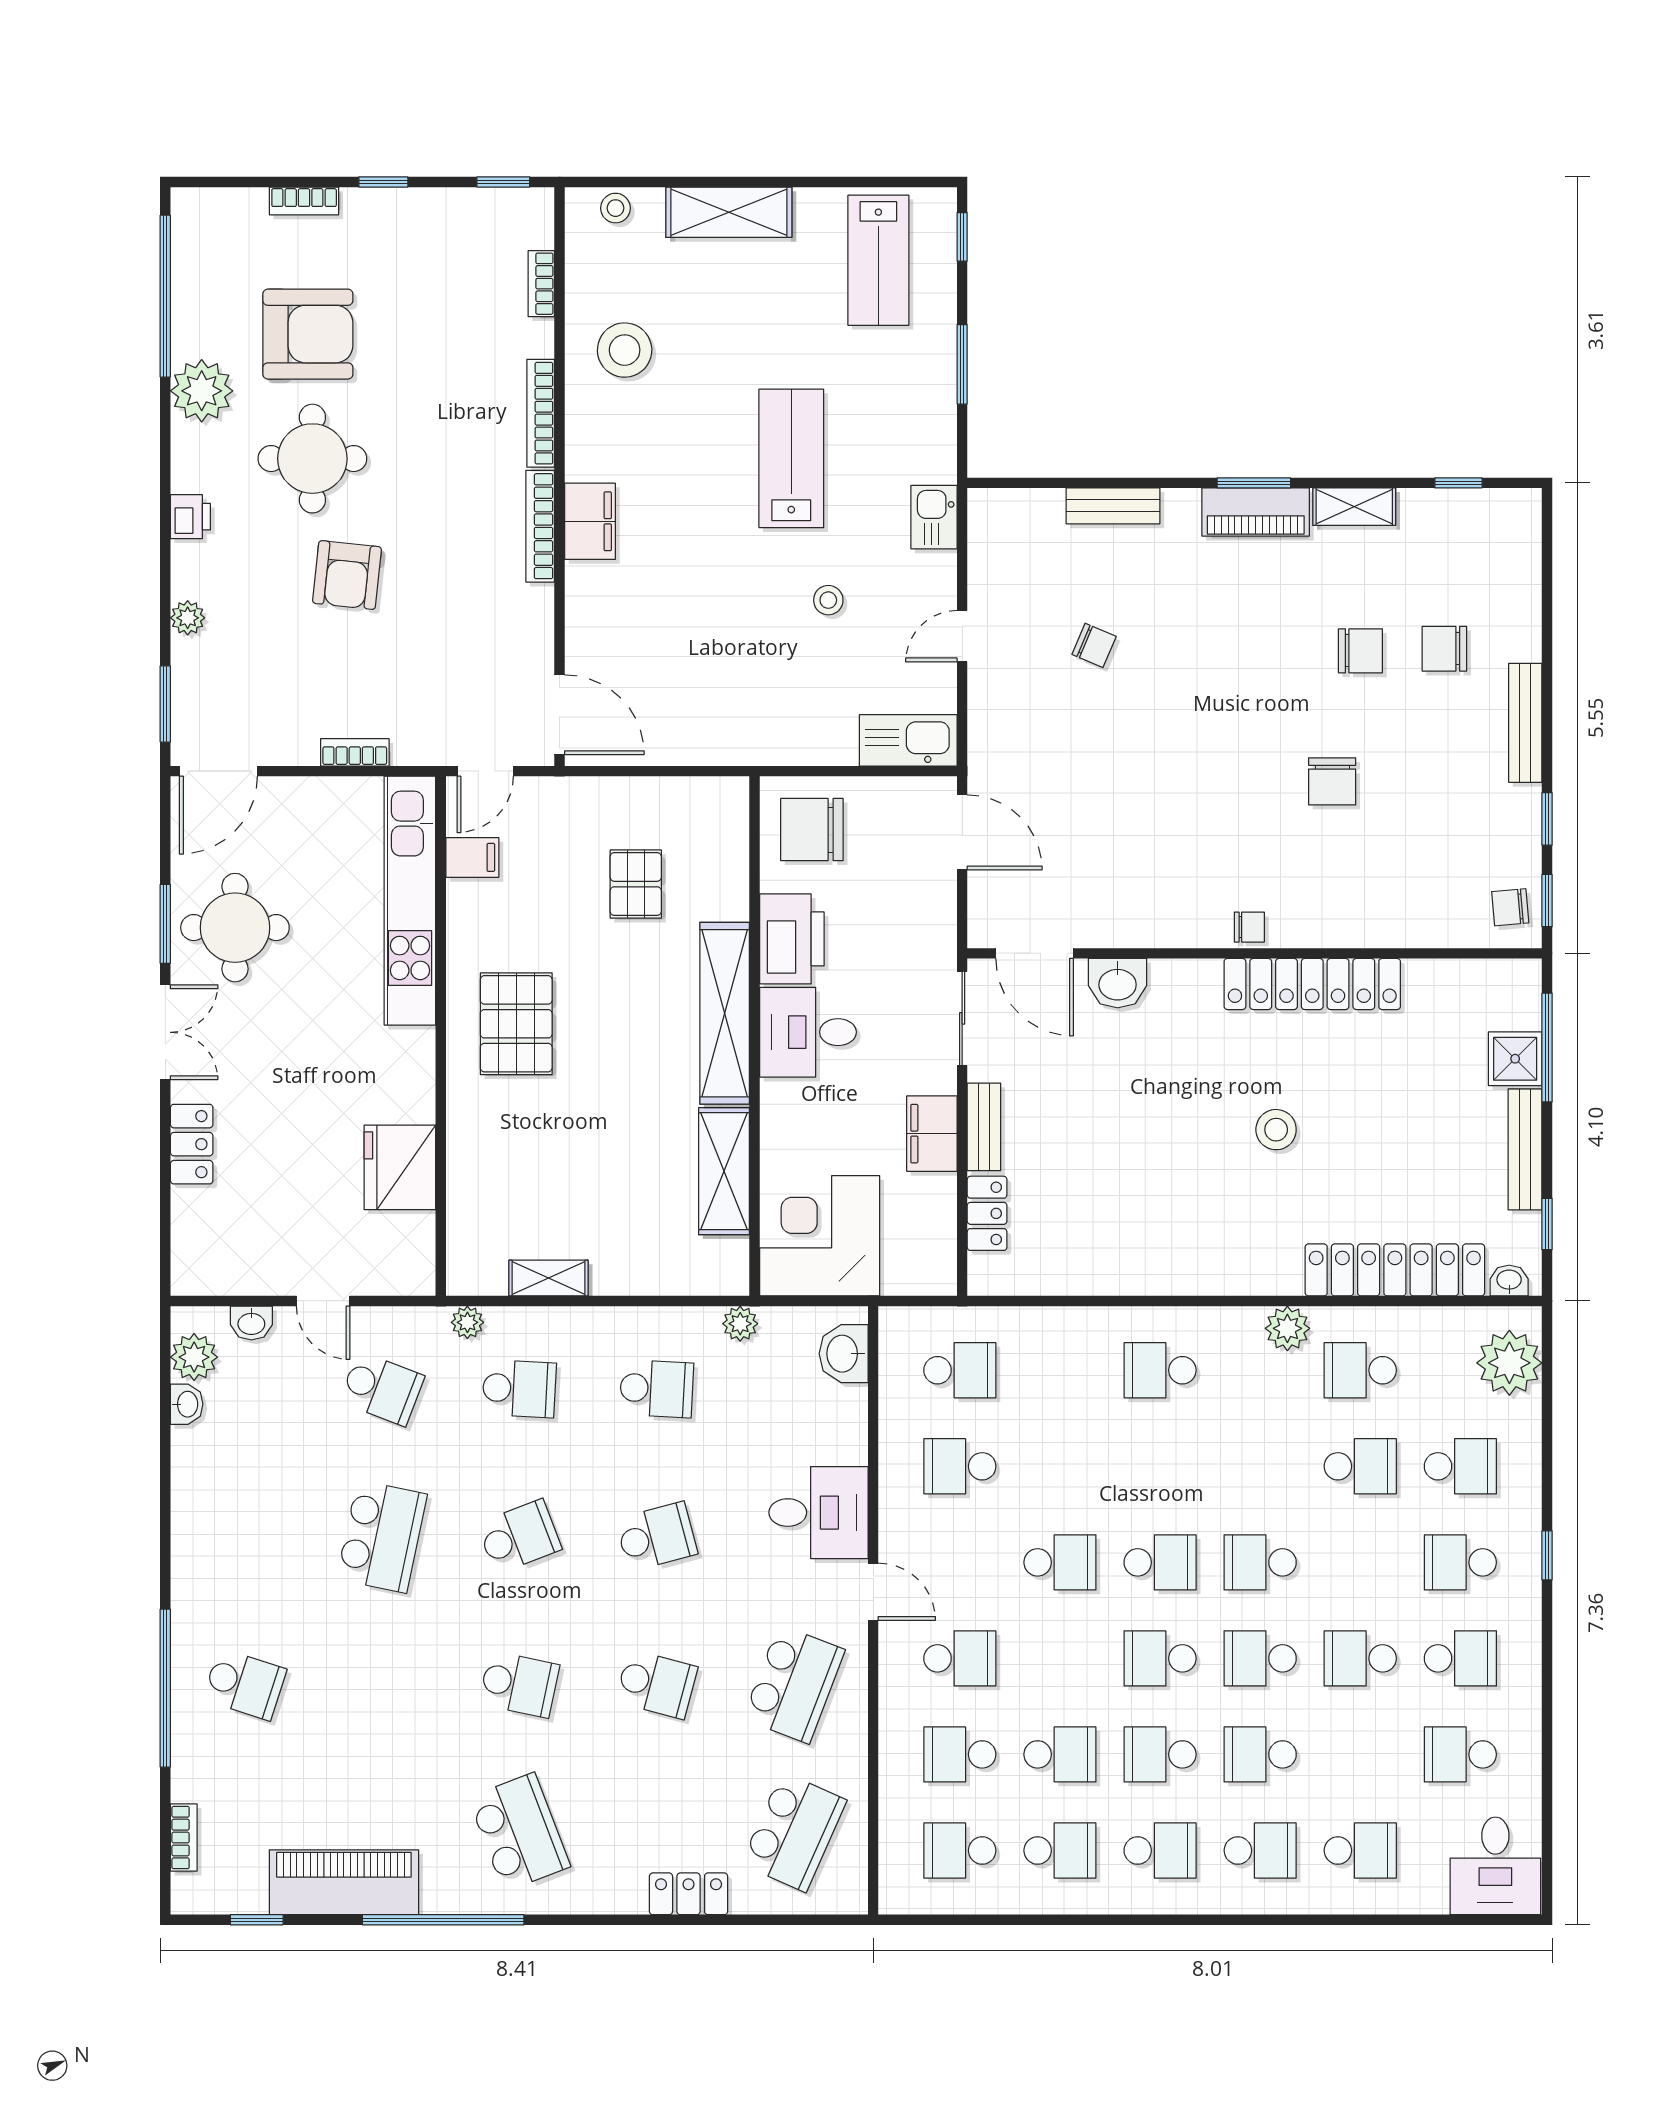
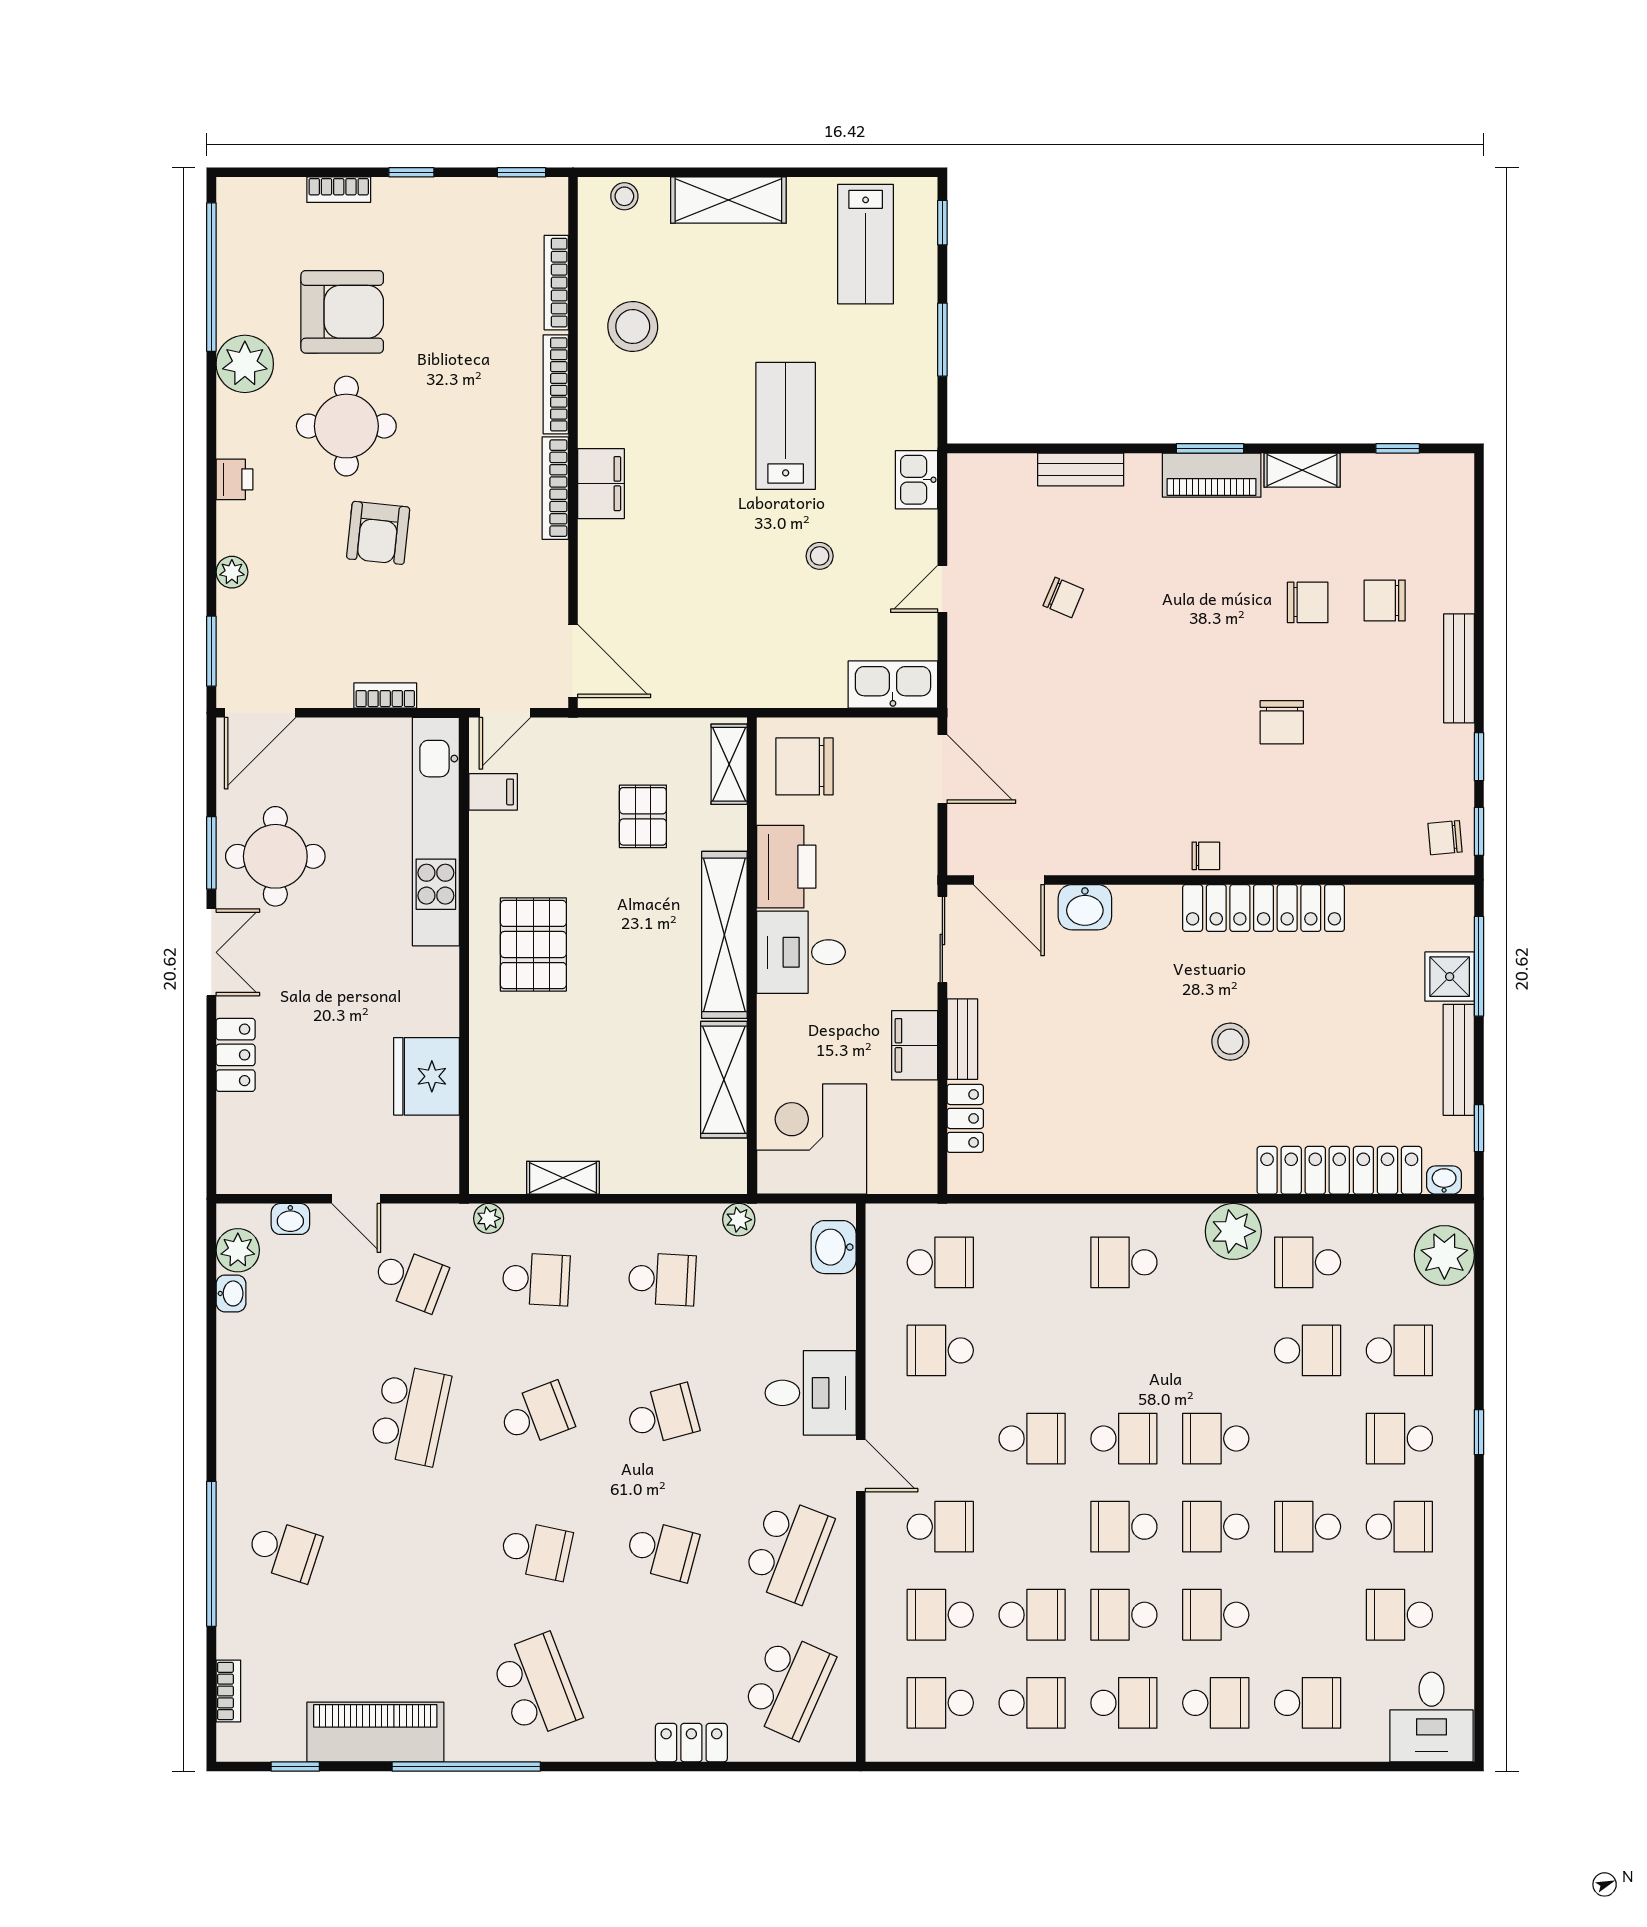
bookcase: (541, 284) -> (556, 283), width x1.56
shelving: (730, 827) -> (729, 764), added
plant: (1287, 1328) -> (1233, 1231), width x1.36, depth x1.36

